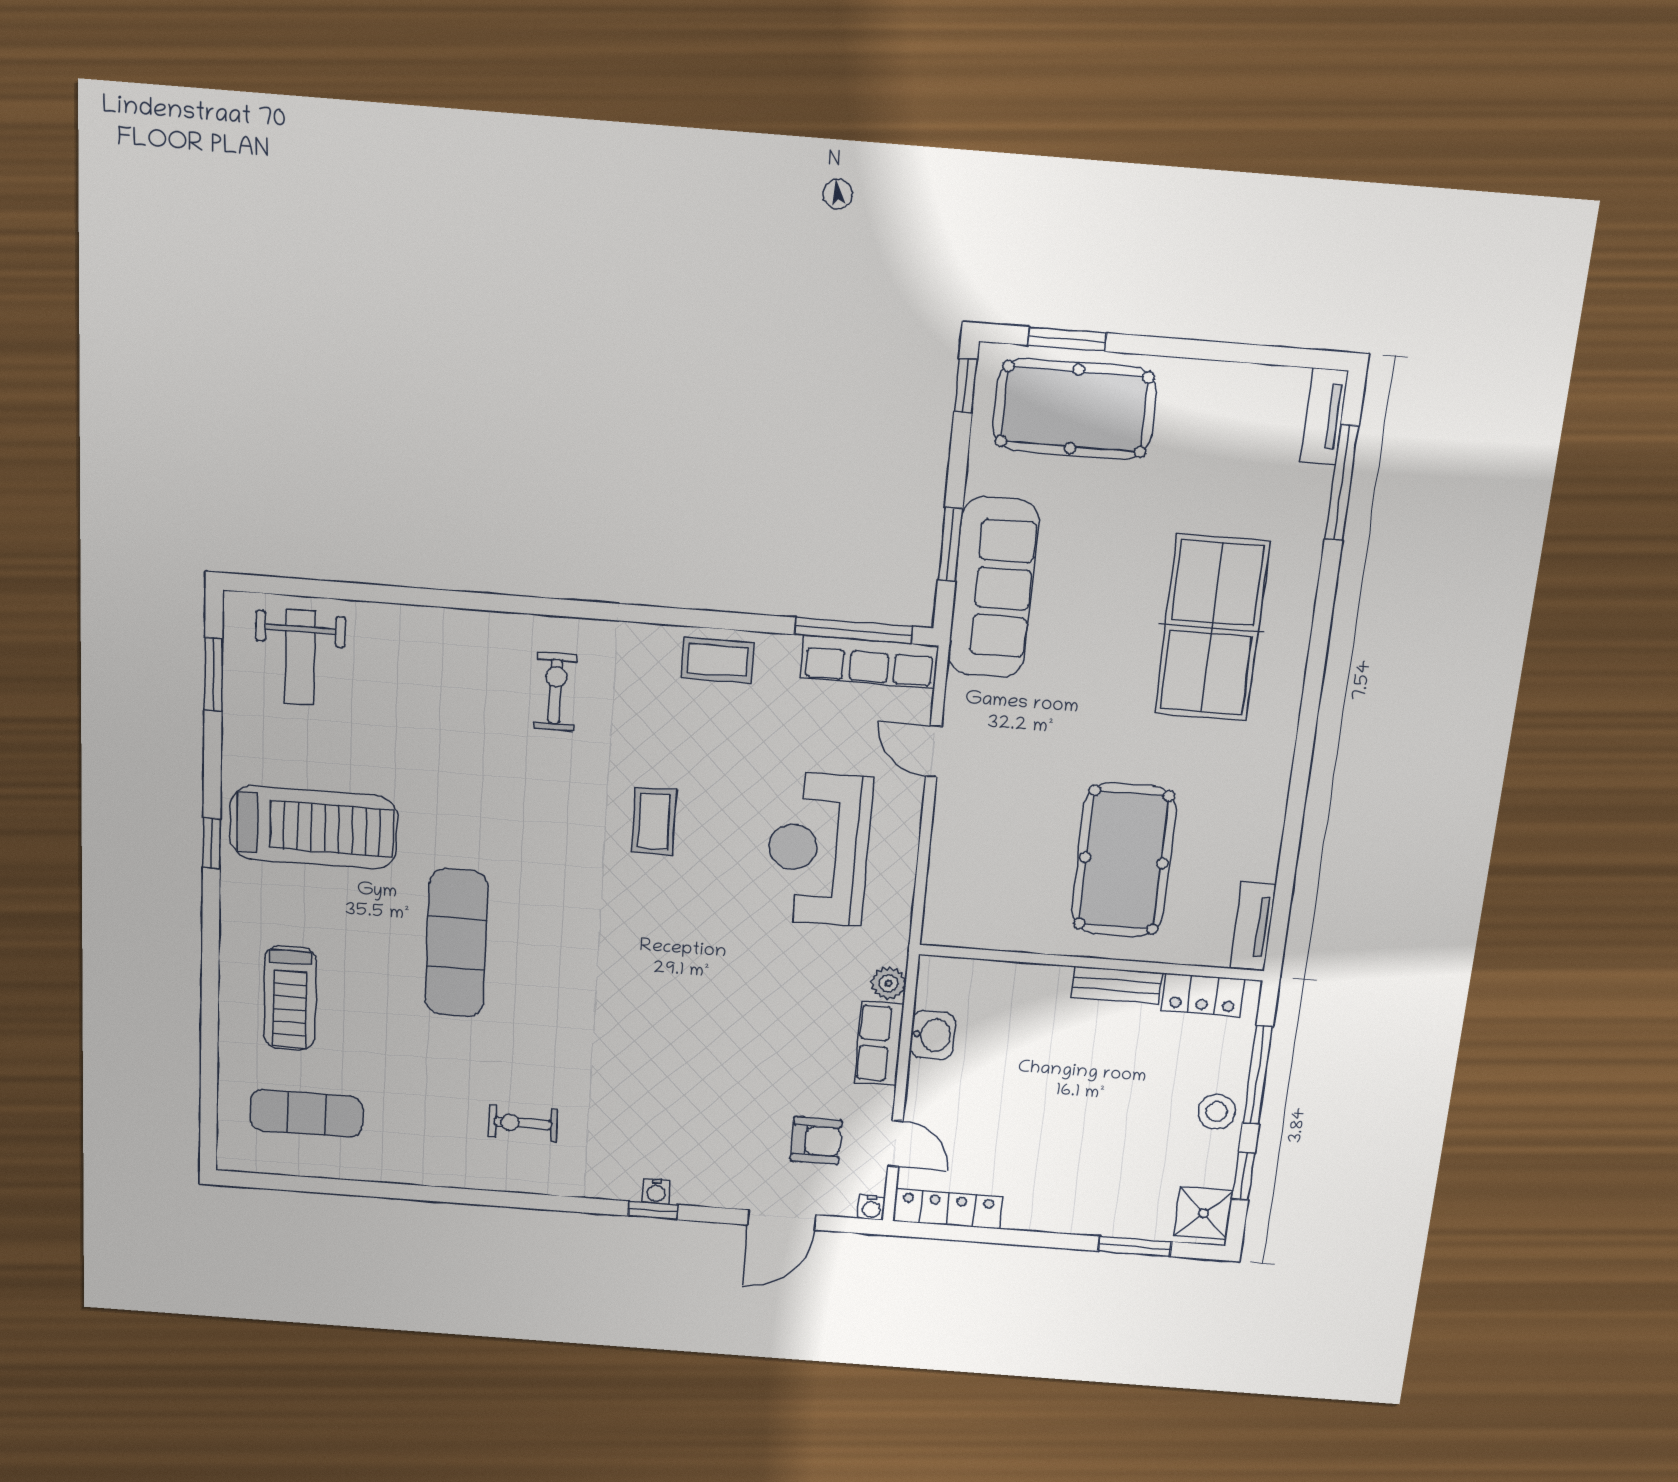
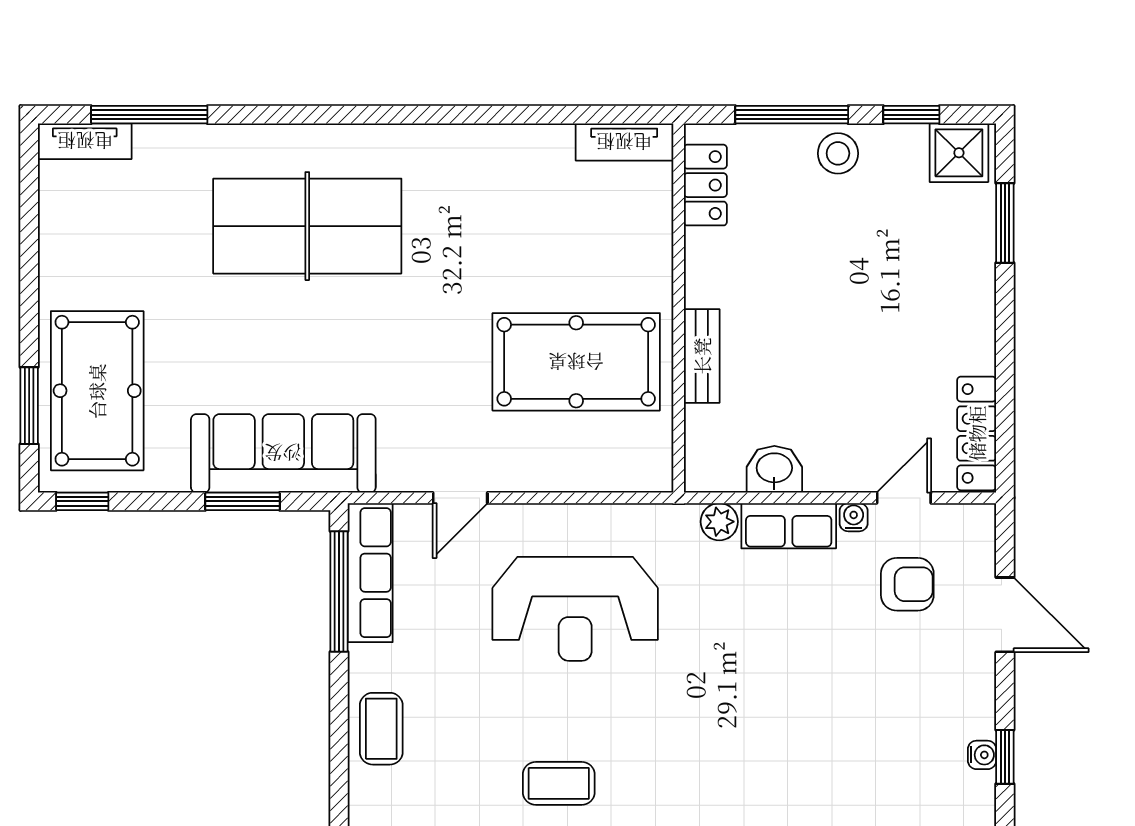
pool table: (1124, 860) -> (576, 362), moved
bench: (1117, 985) -> (702, 356), moved
armchair: (816, 1141) -> (907, 584), turned 90
water cooler: (871, 1208) -> (854, 517), moved, turned -90

